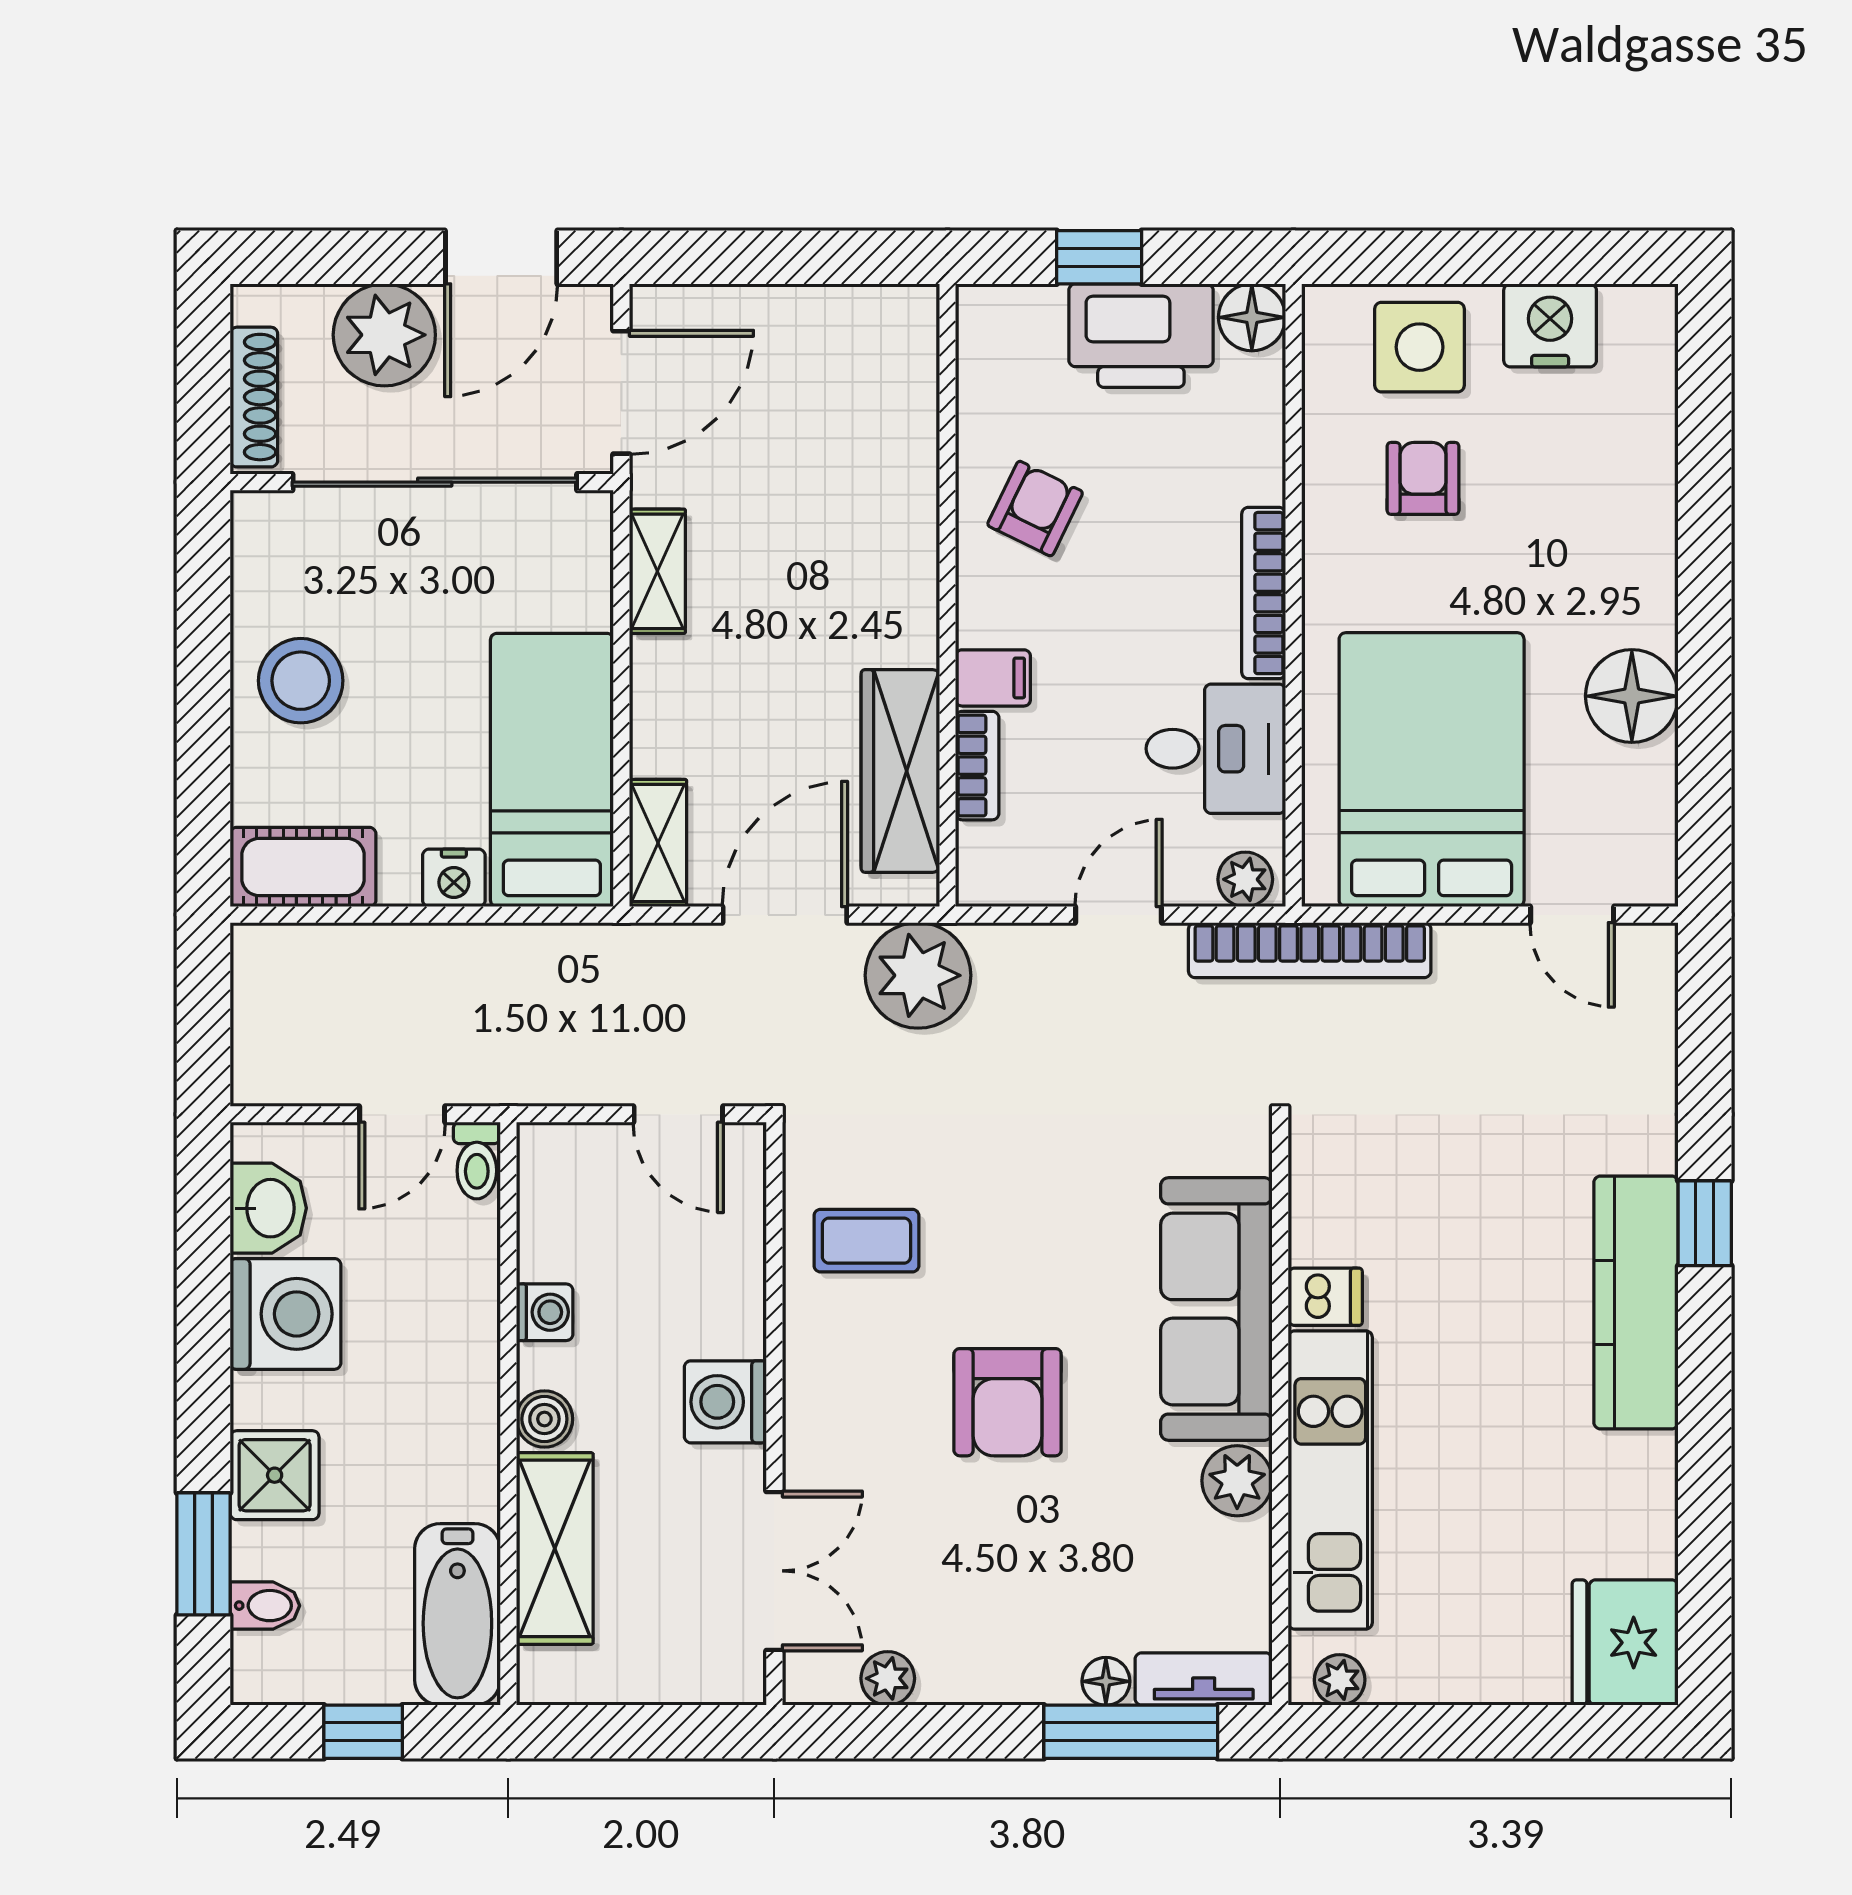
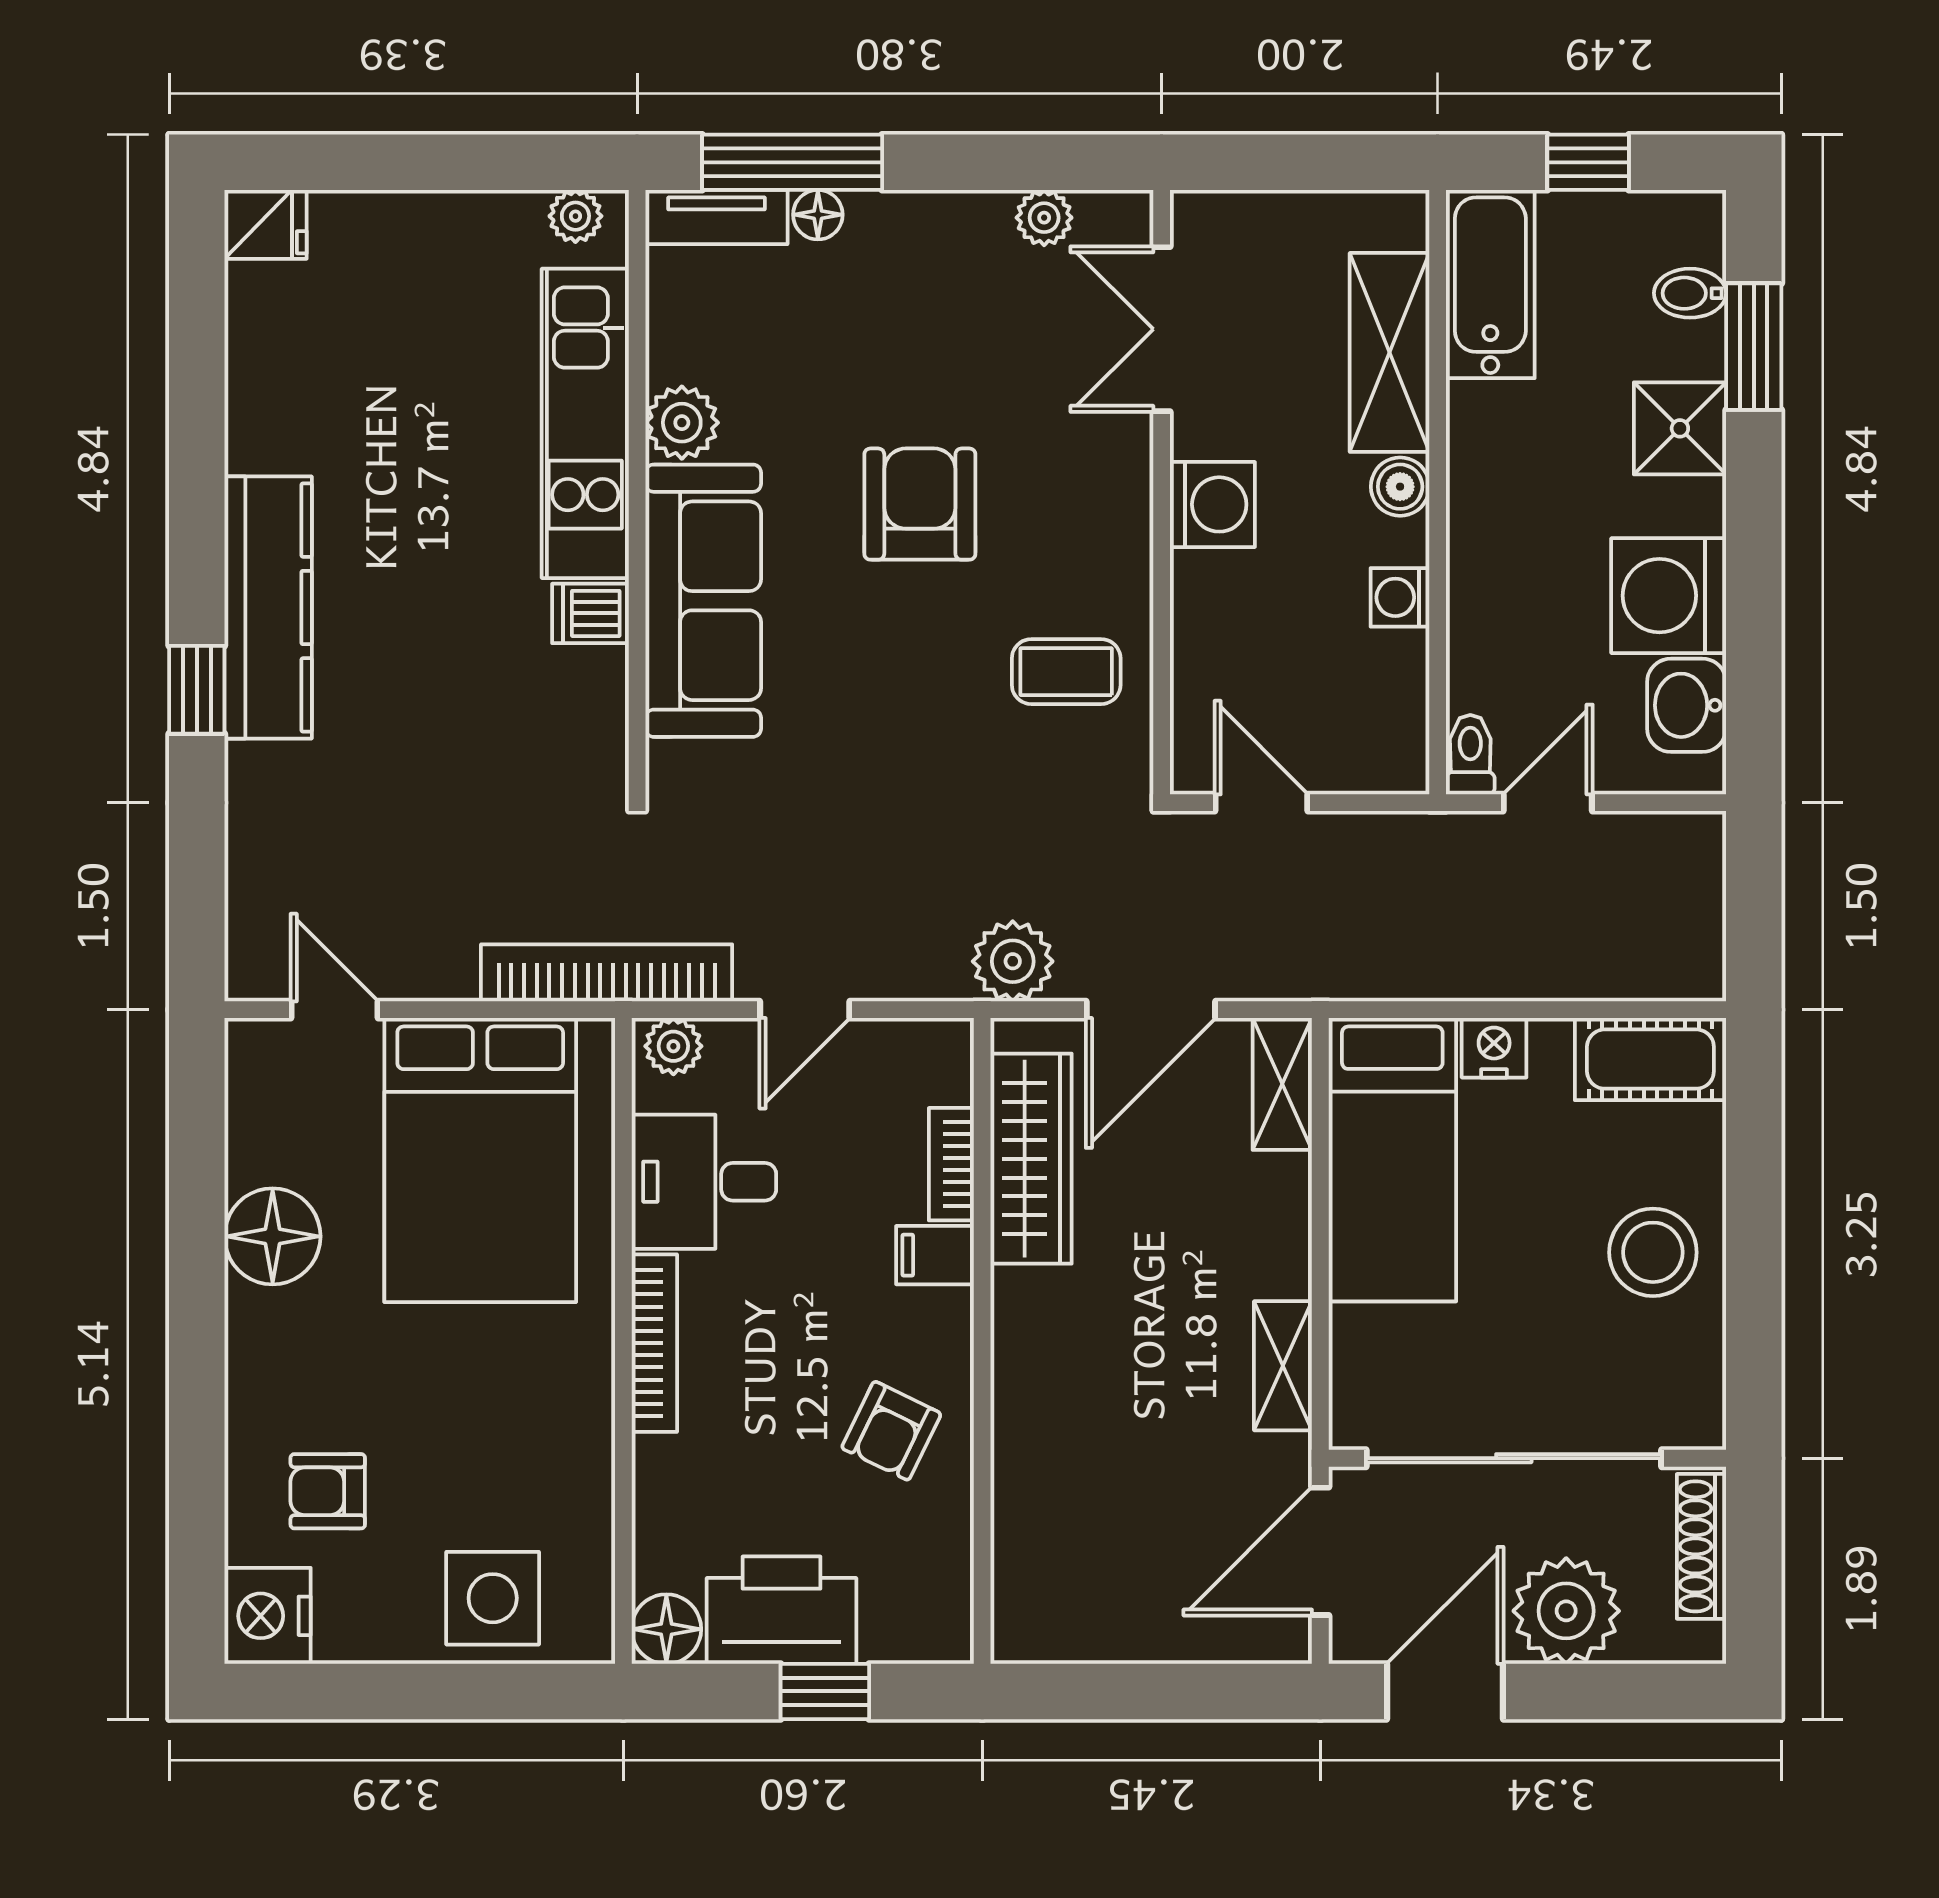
nightstand: (1550, 325) -> (268, 1616), moved, turned 90
armchair: (1423, 478) -> (328, 1491), moved, turned 90
plant: (918, 975) -> (1013, 961), width x0.73, depth x0.73
fridge: (1625, 1643) -> (266, 224), width x0.53, depth x0.75

